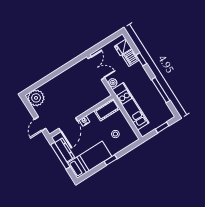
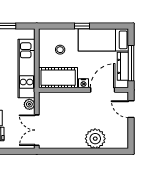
plant: (36, 98) -> (95, 139), moved
cot: (107, 110) -> (58, 78), width x1.37, depth x1.34
door: (40, 124) -> (131, 109), swing flipped

